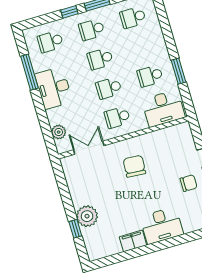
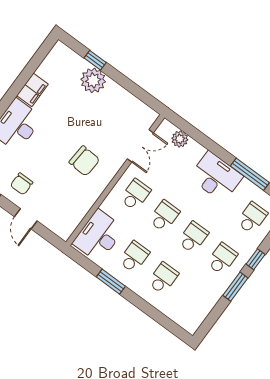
school desk: (133, 17) -> (163, 278), moved

